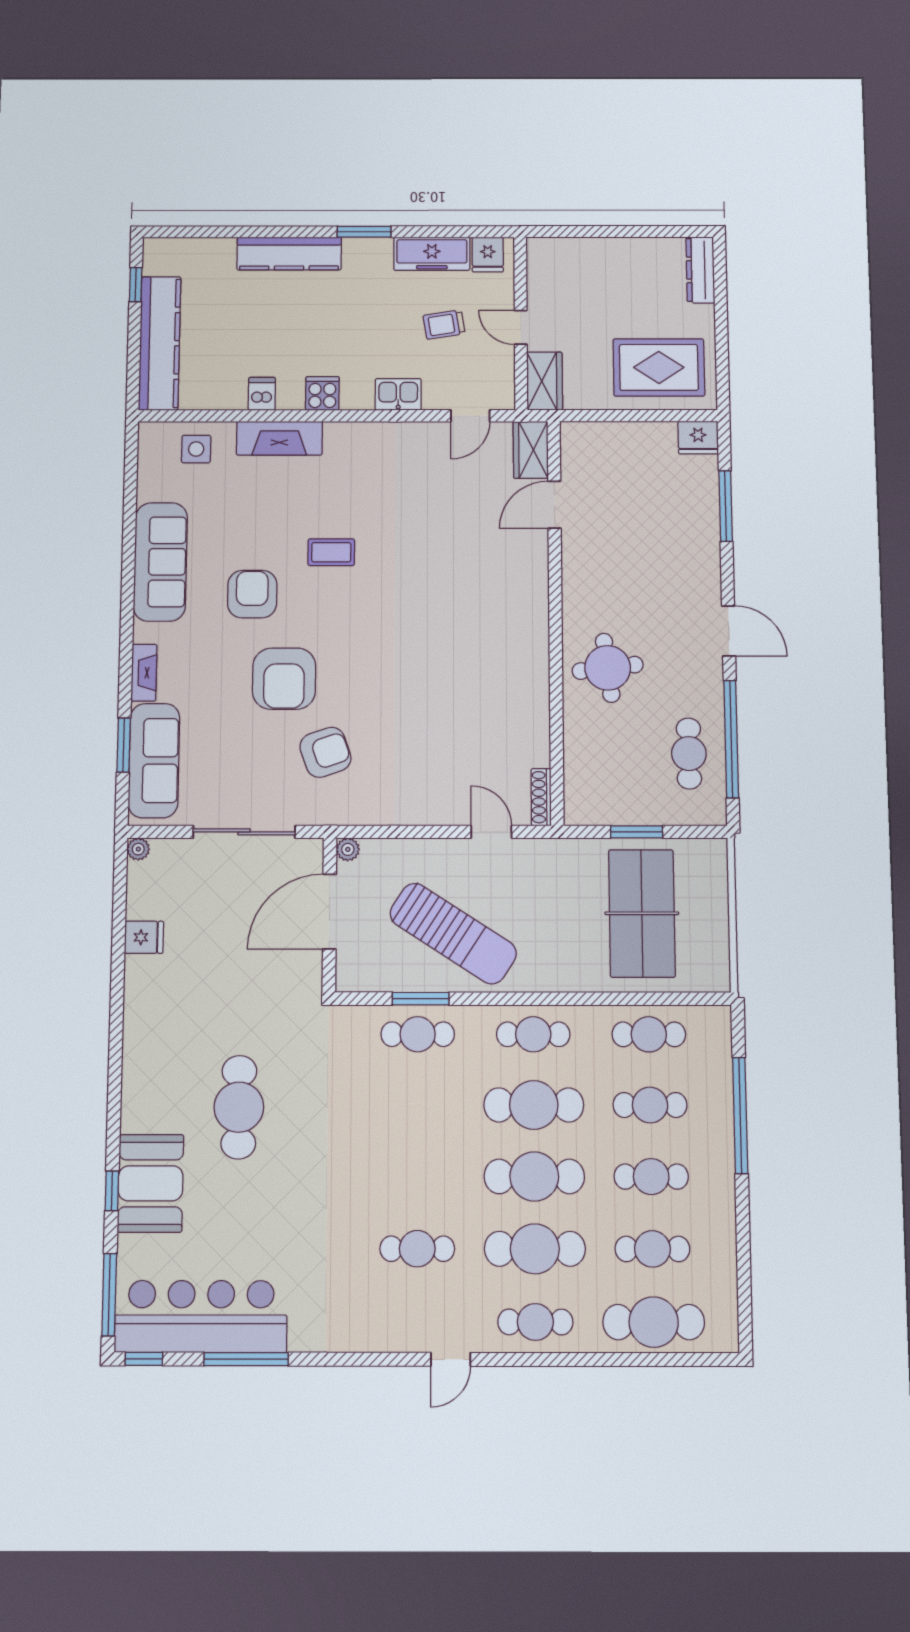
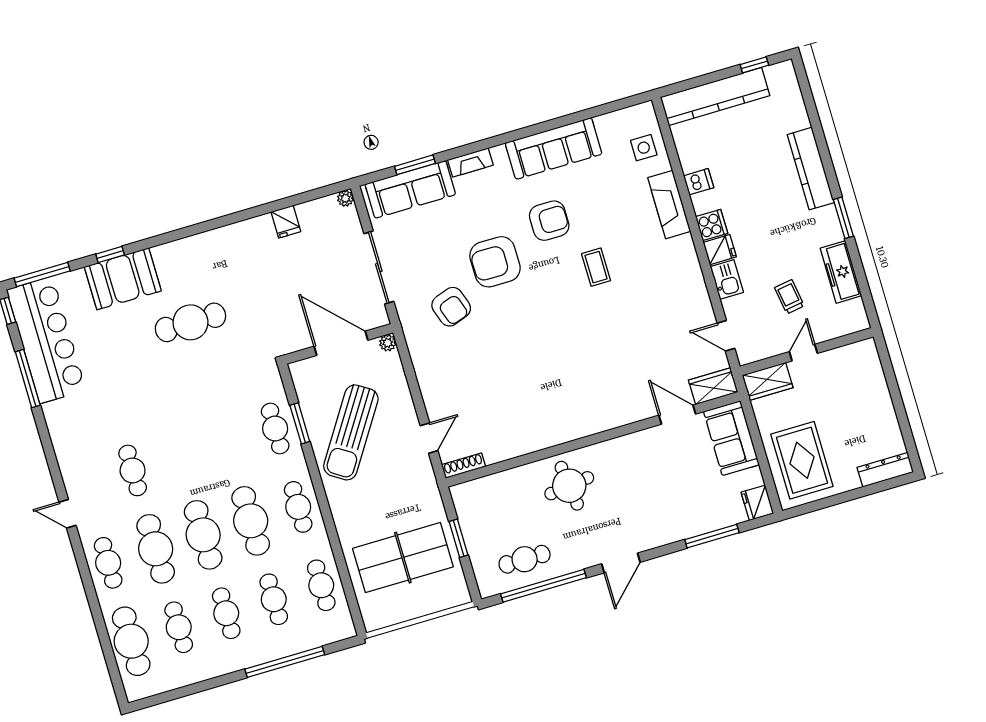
fridge: (488, 254) -> (720, 250), moved, turned 180
sofa: (605, 446) -> (731, 438), added

